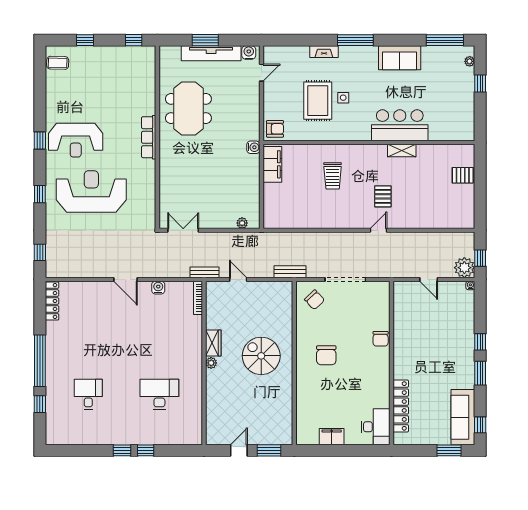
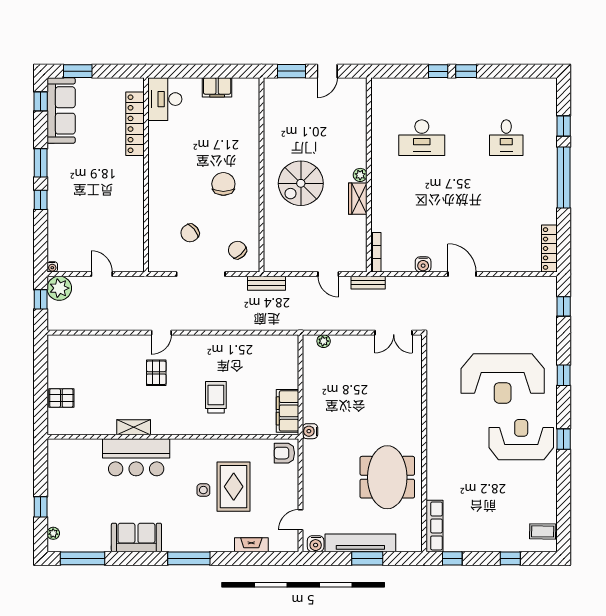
fireplace: (324, 52) -> (251, 545), moved
row of seats: (149, 137) -> (434, 526), moved
chair: (381, 339) -> (190, 233), moved, turned -129
spiral stairs: (261, 356) -> (301, 183), turned 90

